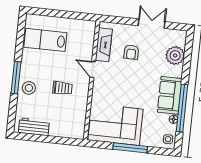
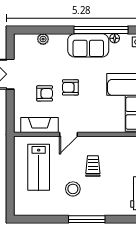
lab bench: (45, 40) -> (39, 167), moved
plant: (175, 55) -> (43, 39), width x0.53, depth x0.53
armchair: (134, 76) -> (70, 87), added
stool: (29, 88) -> (73, 189), moved

